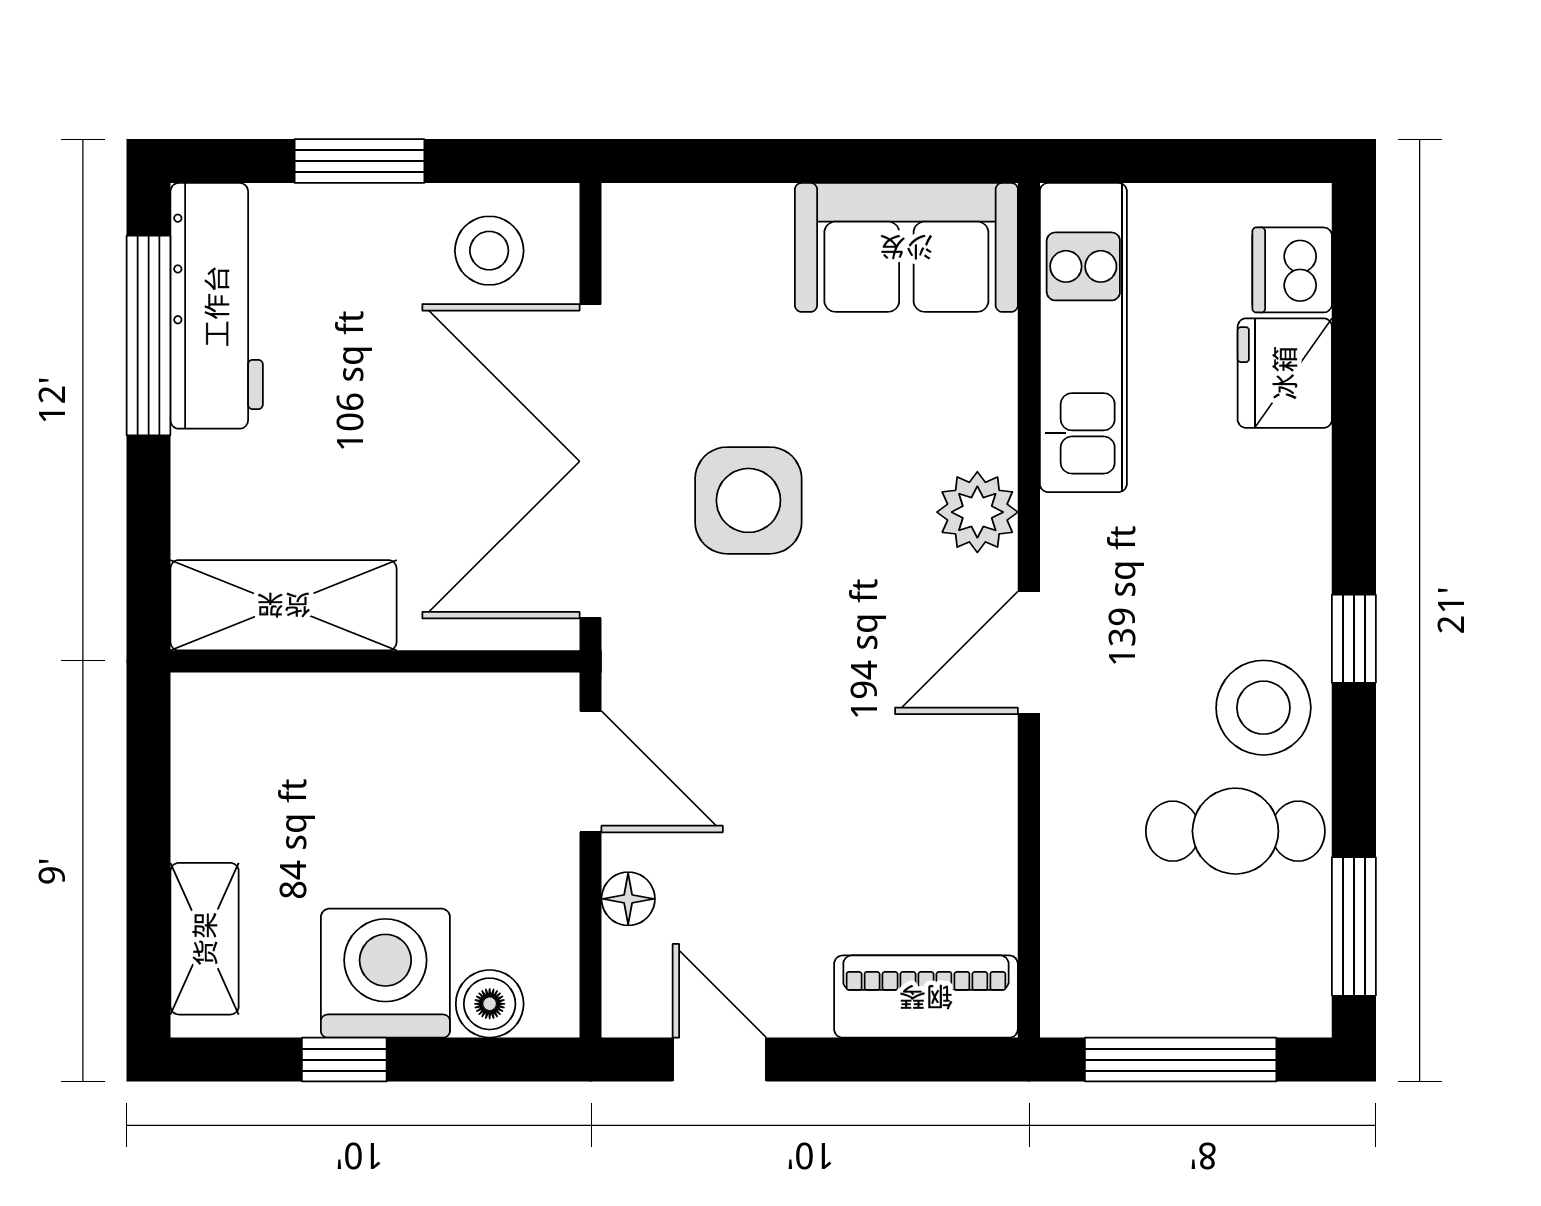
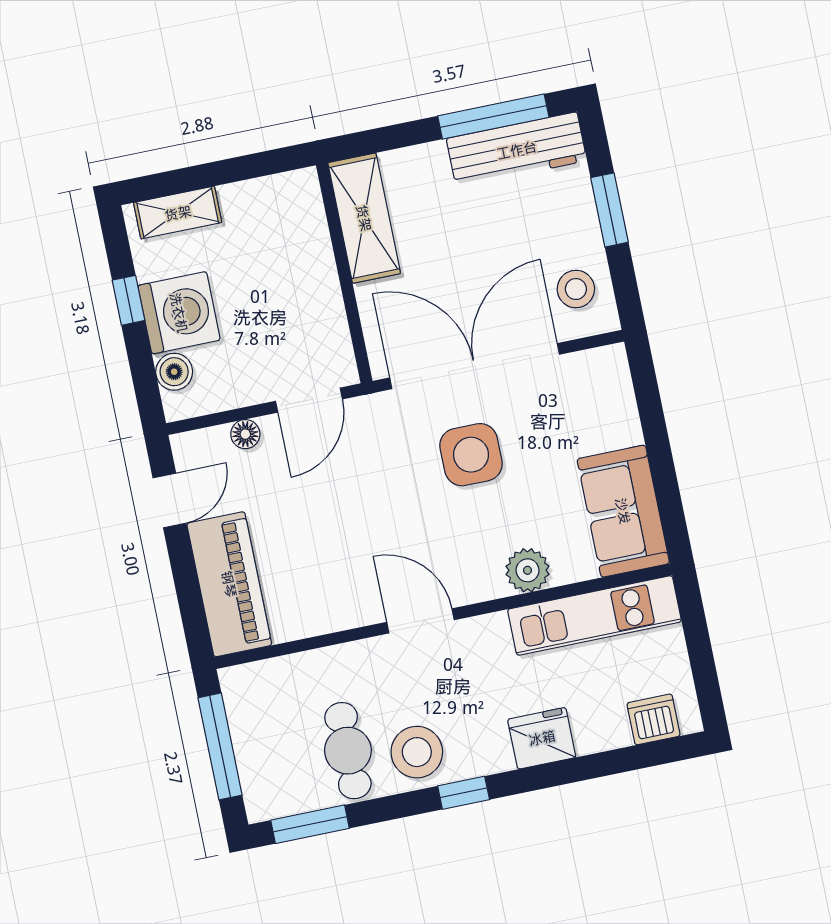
fridge: (1285, 373) -> (542, 738), moved
plant: (977, 512) -> (527, 570), moved
piano: (926, 997) -> (229, 584), width x1.37, depth x1.33

